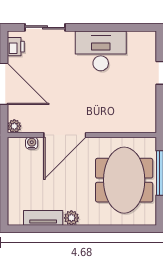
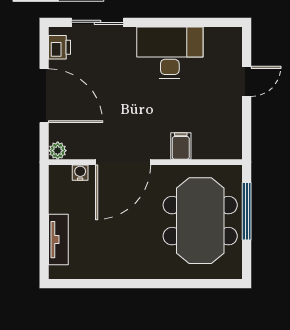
filing cabinet: (109, 123) -> (181, 146), added
tv unit: (43, 218) -> (58, 240), moved, turned 90
plant: (71, 218) -> (132, 270), removed

